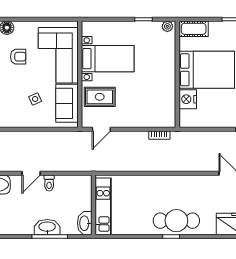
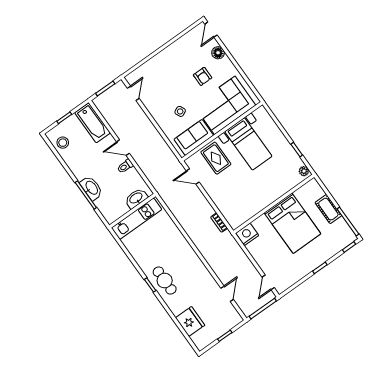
cot: (194, 29) -> (328, 209), moved
nightstand: (188, 99) -> (247, 234), moved
cafe table: (176, 221) -> (165, 281), width x0.73, depth x0.74
washbasin: (85, 223) -> (136, 198), moved

